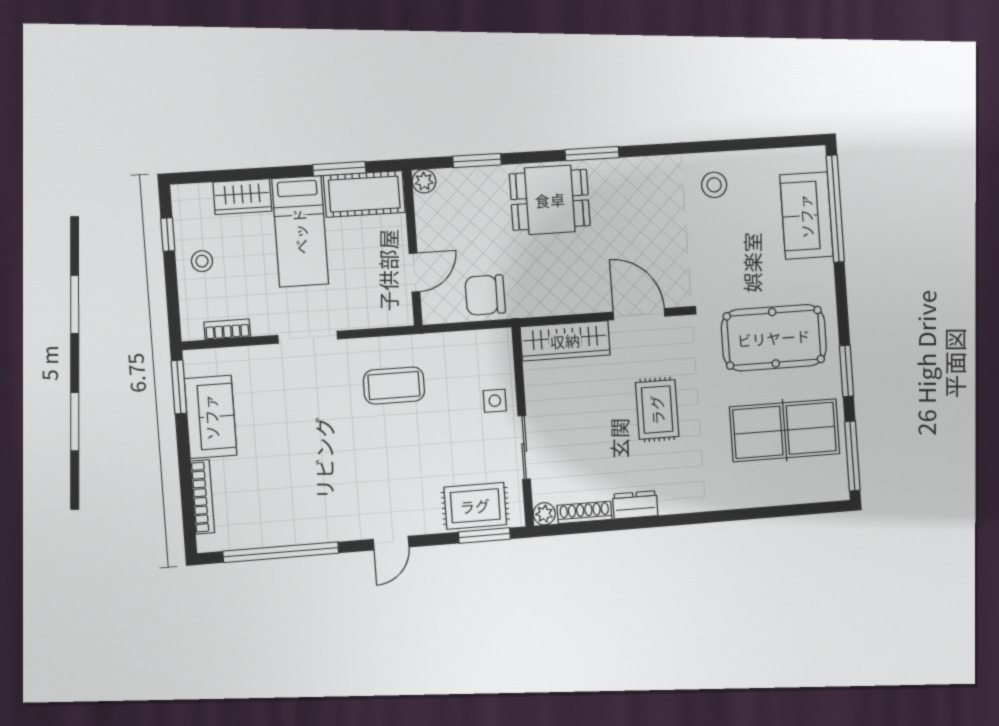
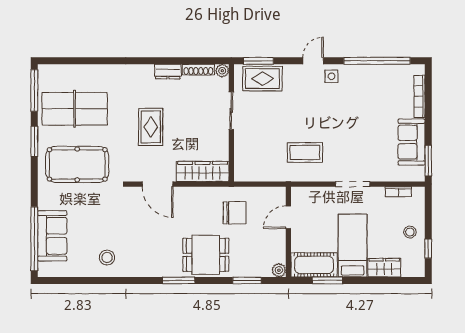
chair: (485, 295) -> (235, 213), moved
side table: (495, 401) -> (331, 76), moved

